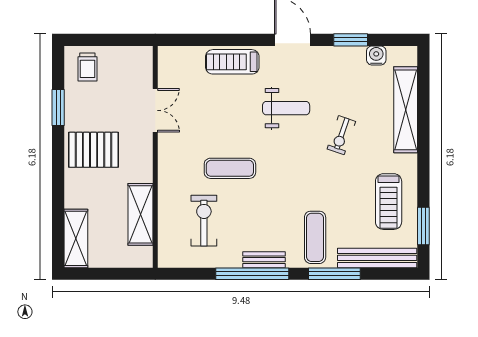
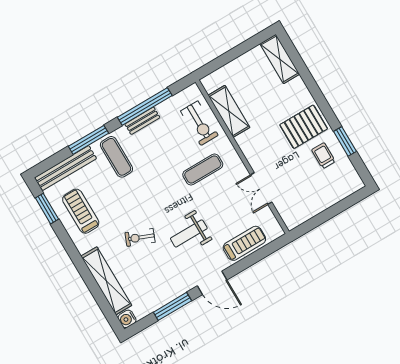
window: (351, 40) -> (172, 306), width x1.44
water cooler: (376, 55) -> (127, 319), moved, turned 90
trolley: (87, 67) -> (323, 156), moved
double door: (155, 110) -> (261, 189), moved
exercise bike: (341, 135) -> (140, 237), turned -87
wall: (155, 157) -> (242, 157), moved
shelving: (140, 214) -> (229, 111), moved

